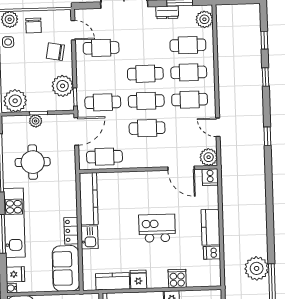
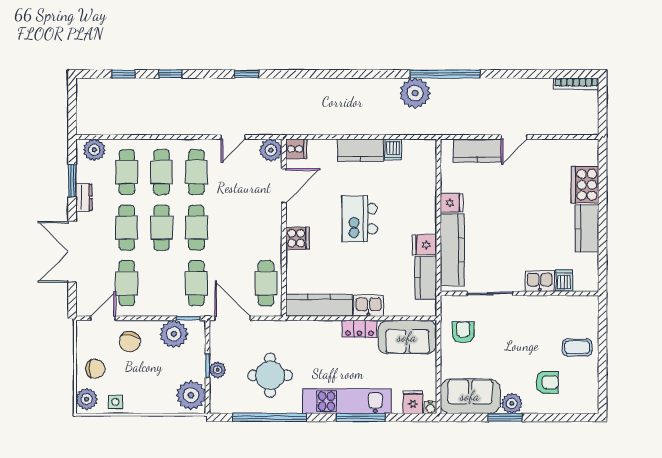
cafe table: (147, 128) -> (127, 228), moved
cooker: (177, 279) -> (298, 238), moved, turned 180

